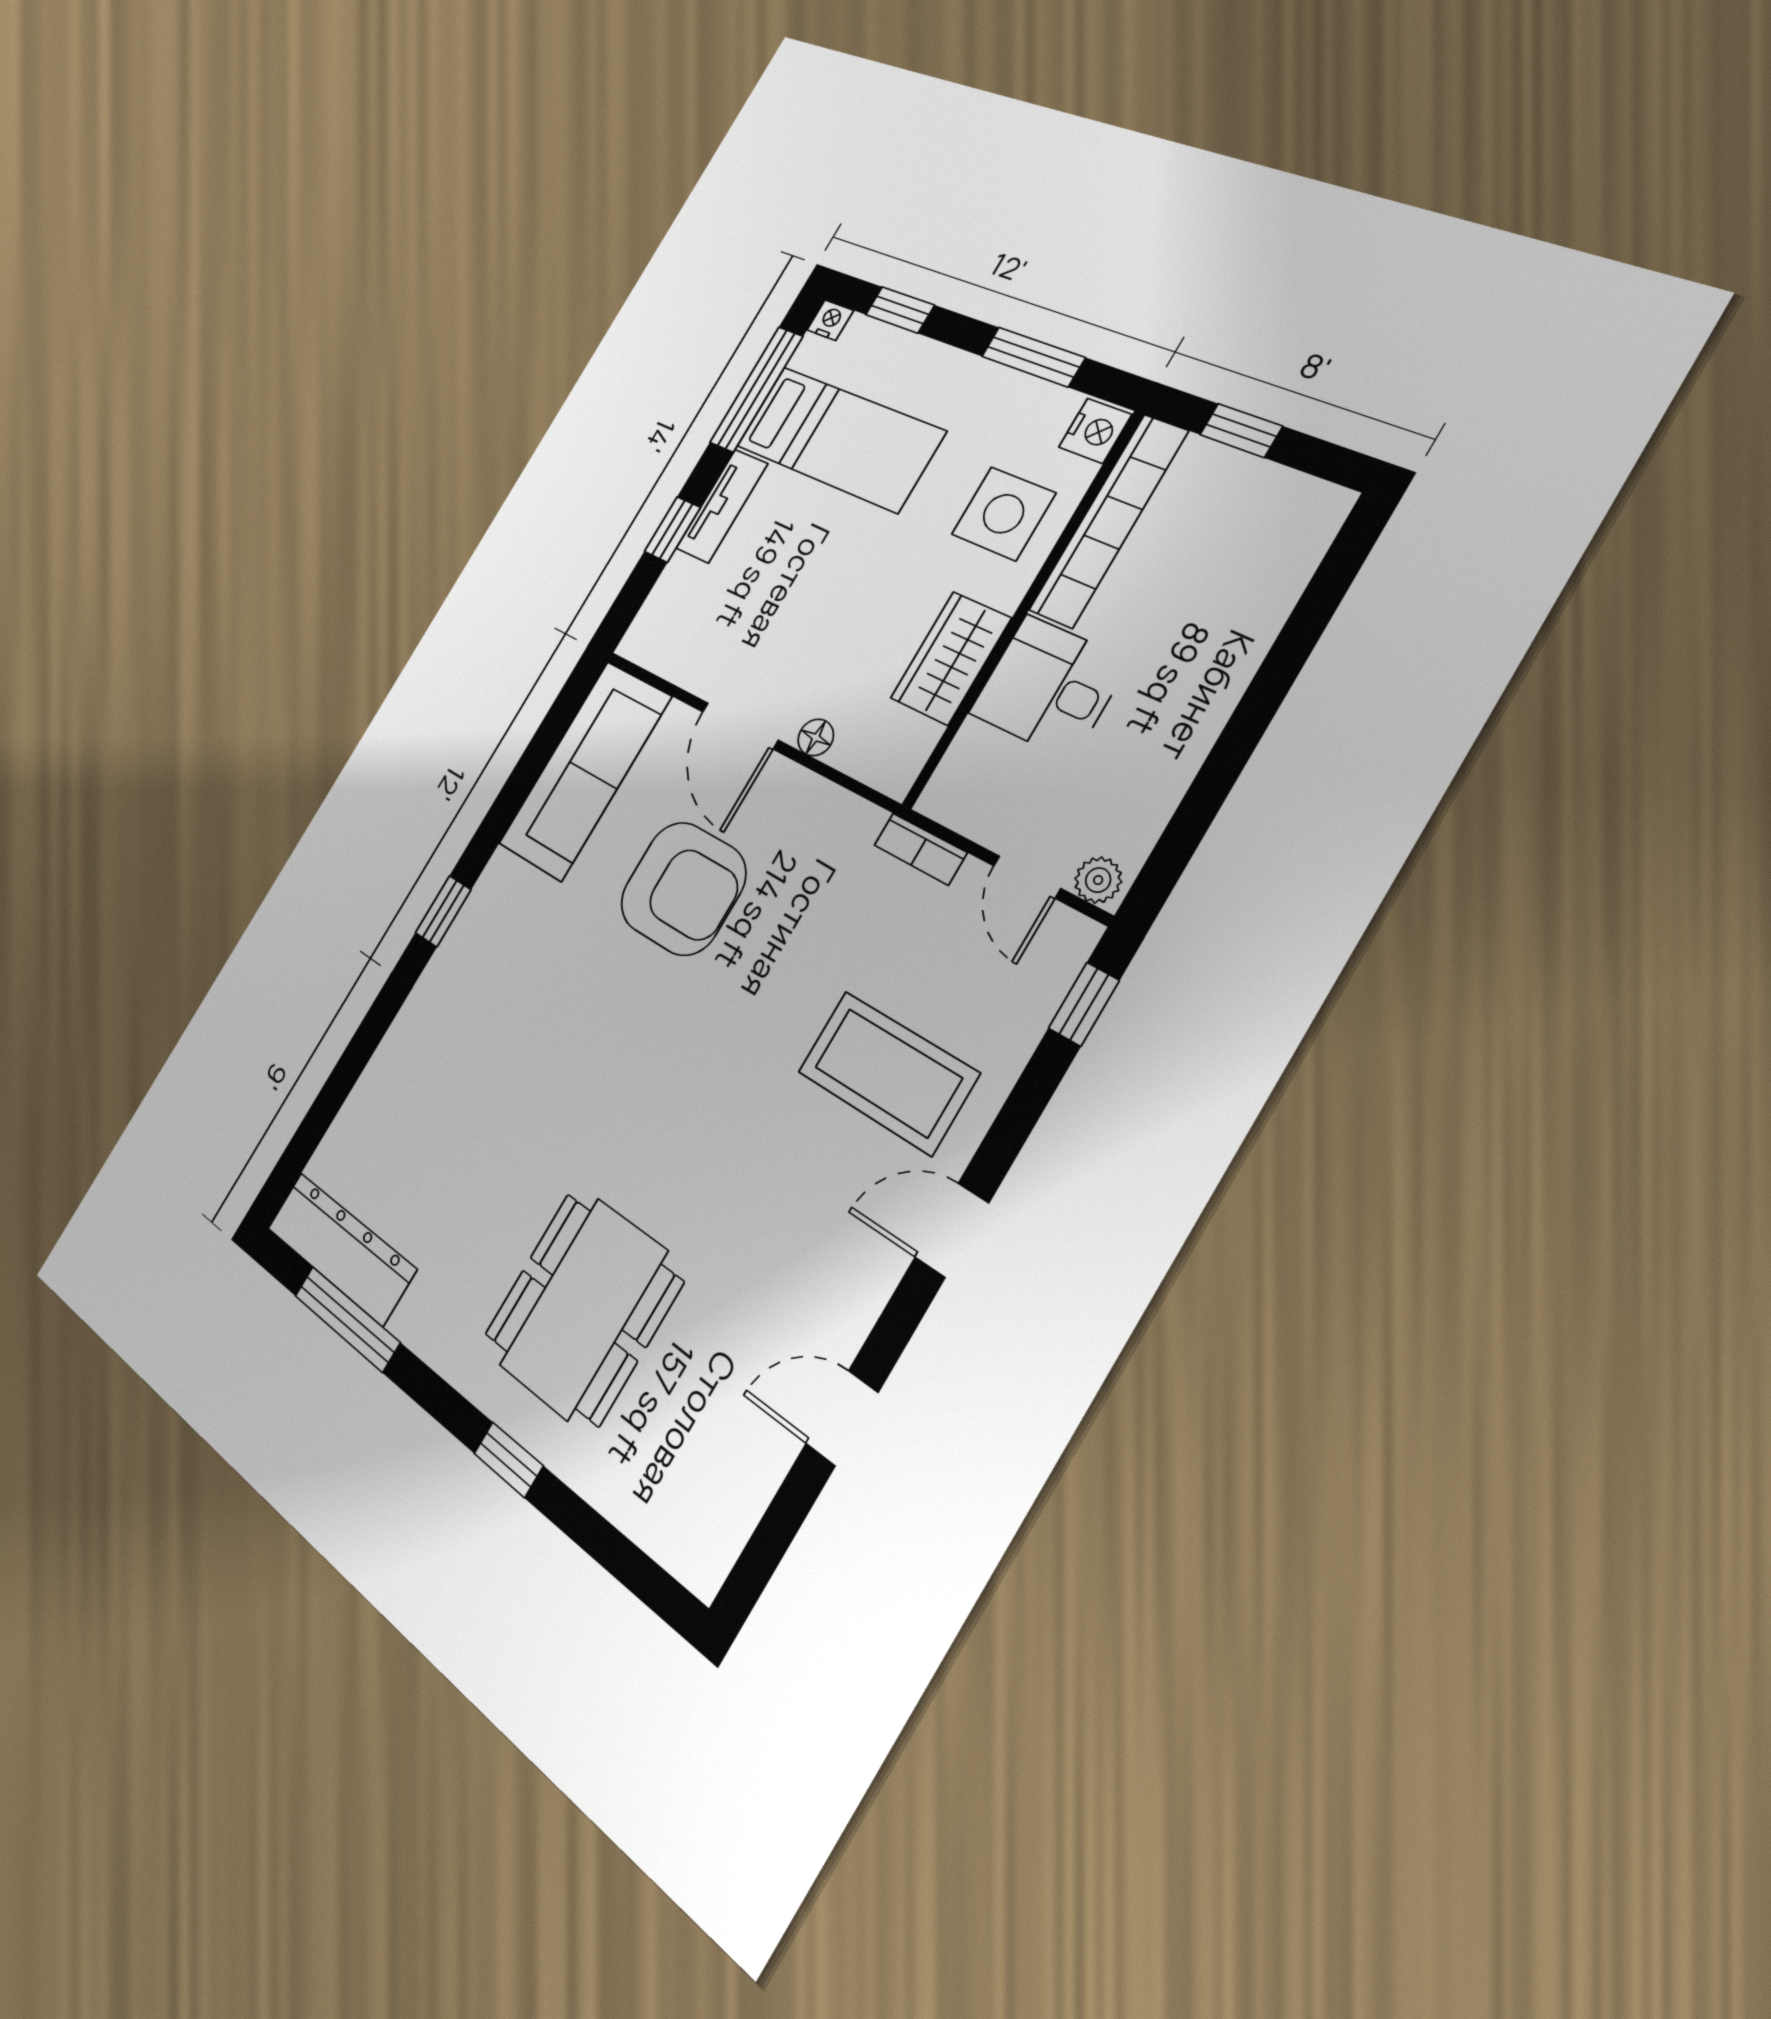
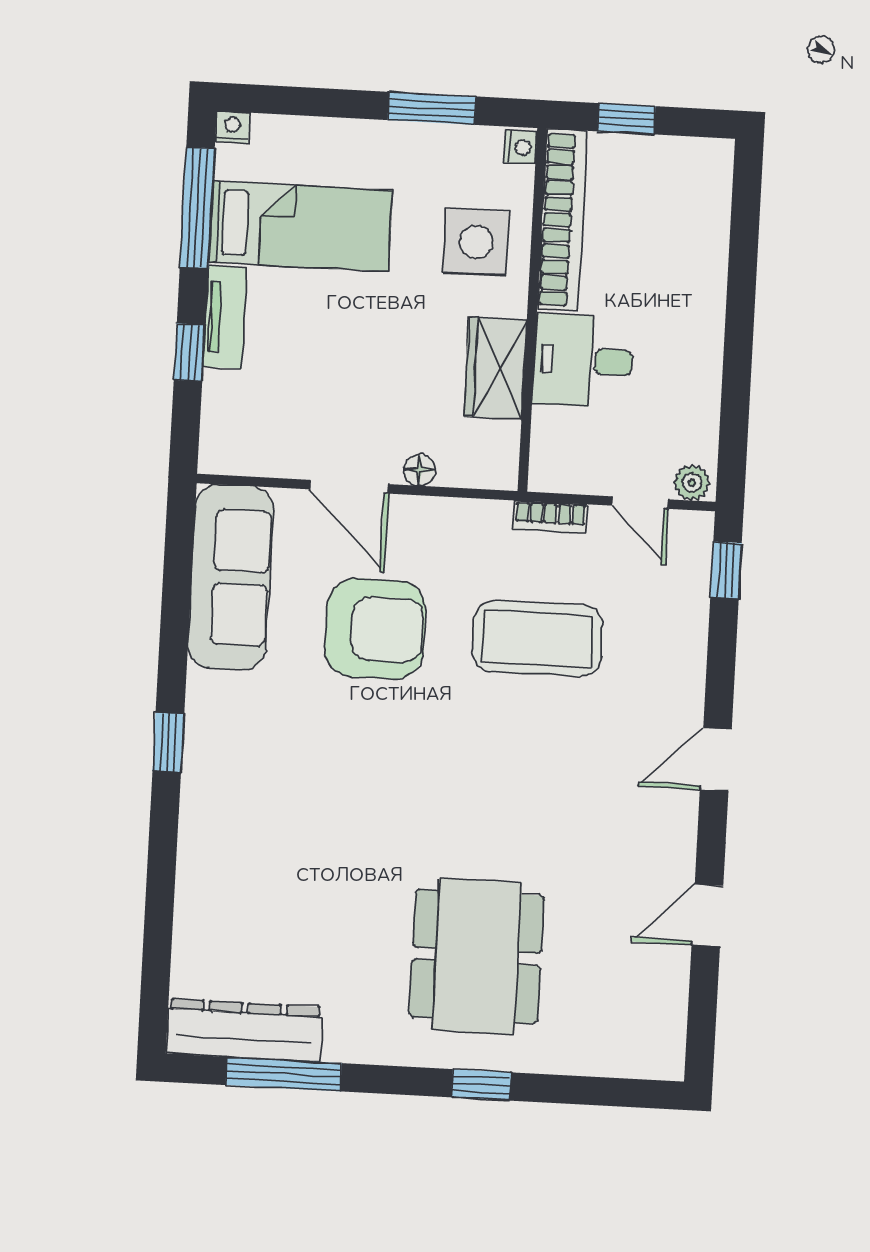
window: (900, 310) -> (292, 101), removed
nightstand: (1095, 431) -> (521, 147), width x0.72, depth x0.74
coffee table: (888, 1073) -> (538, 638), moved

